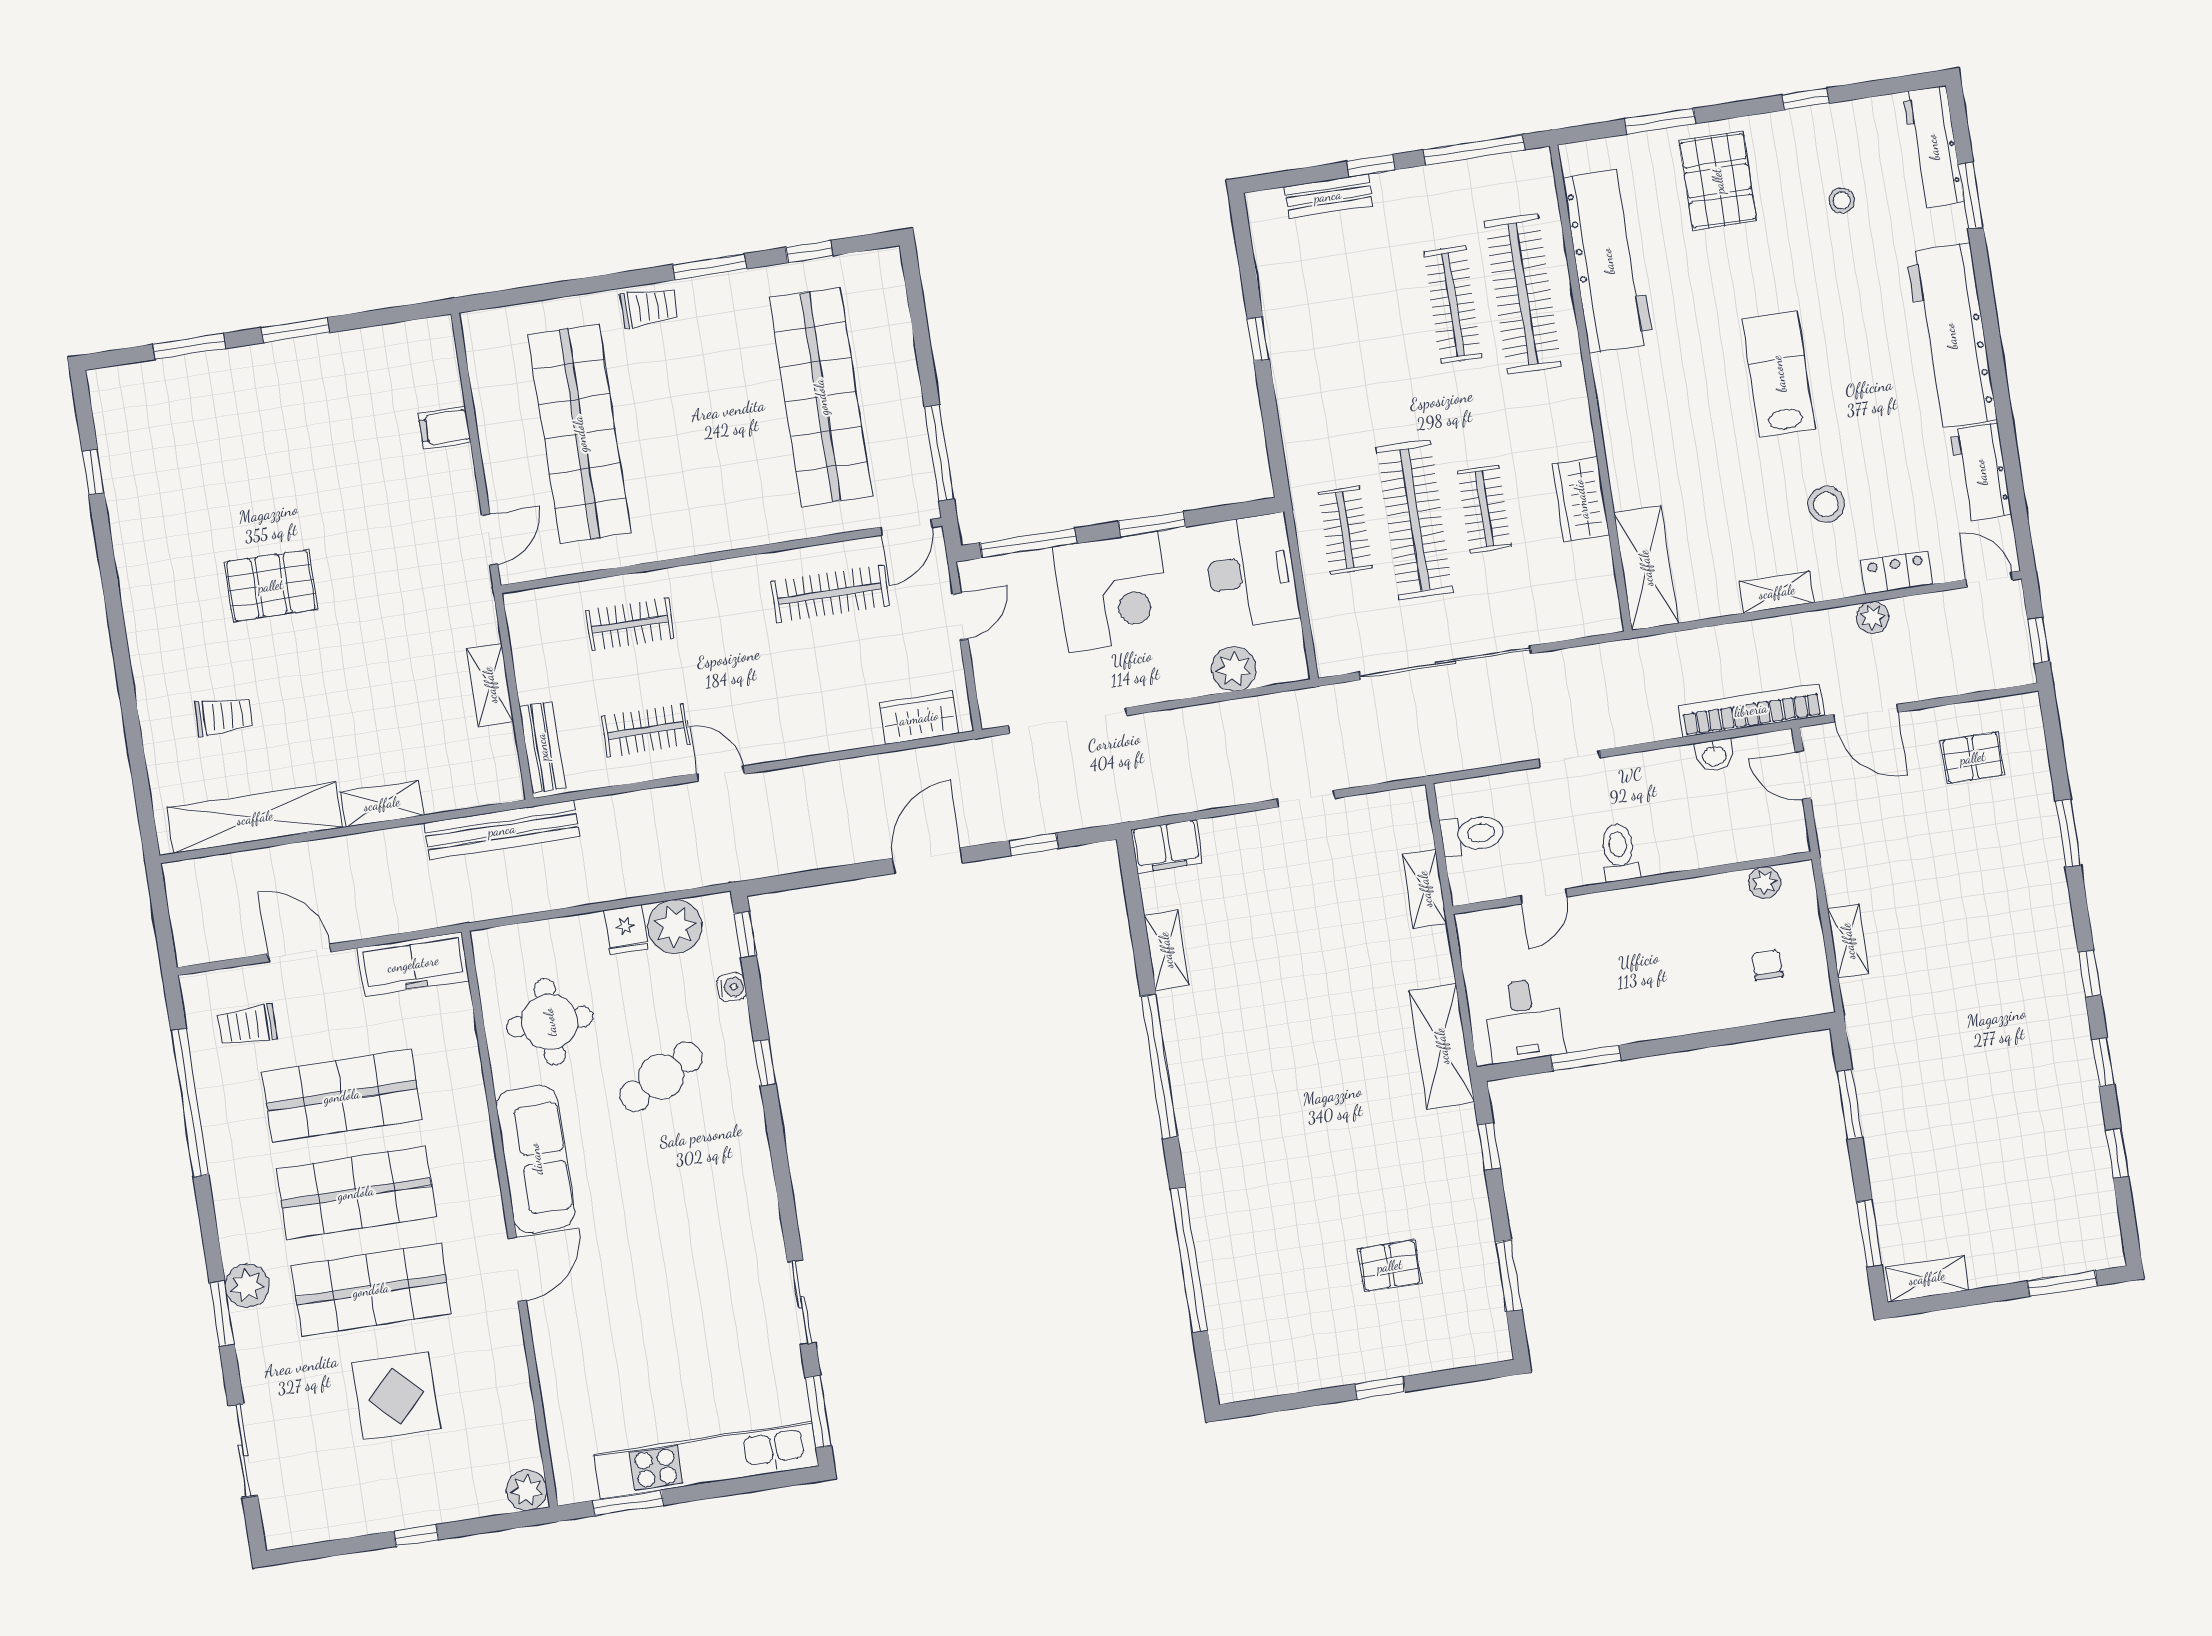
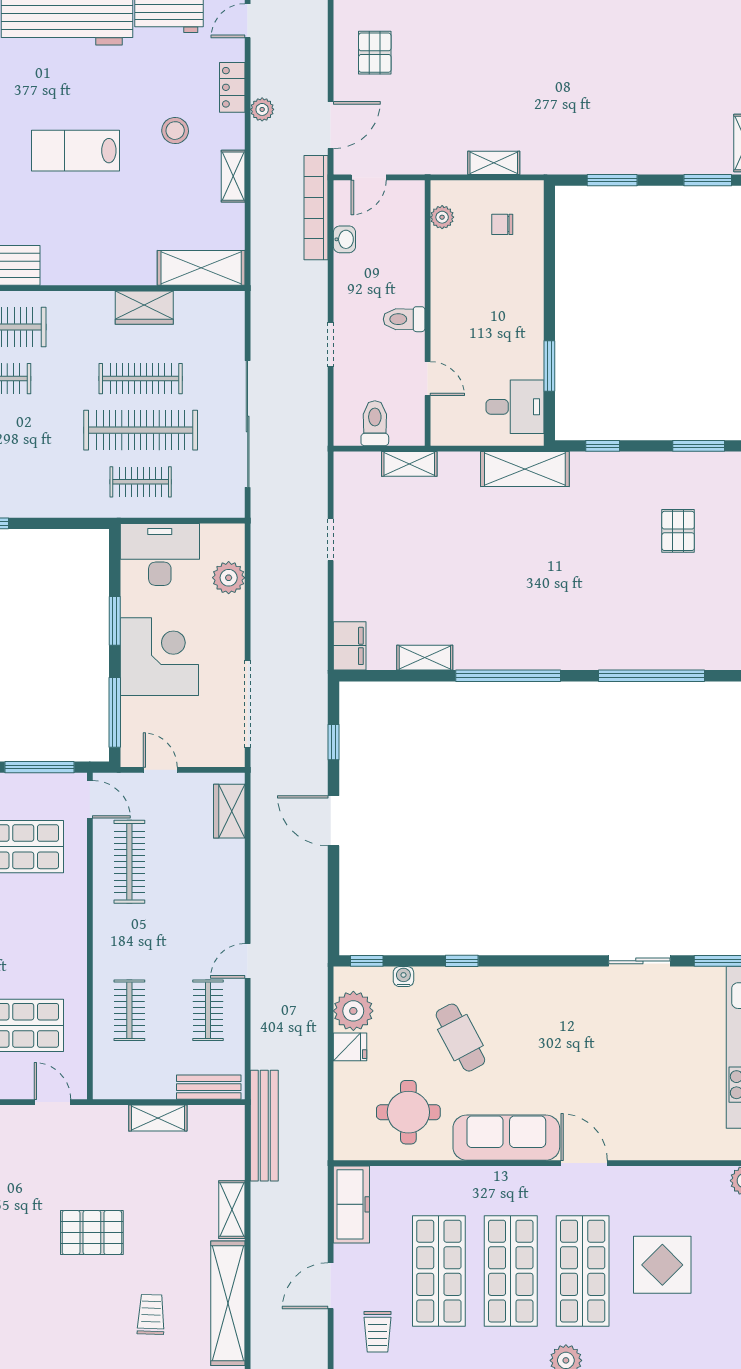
clothes rail: (1484, 509) -> (141, 379), width x1.36
pallet: (271, 586) -> (92, 1233), moved, turned 90

